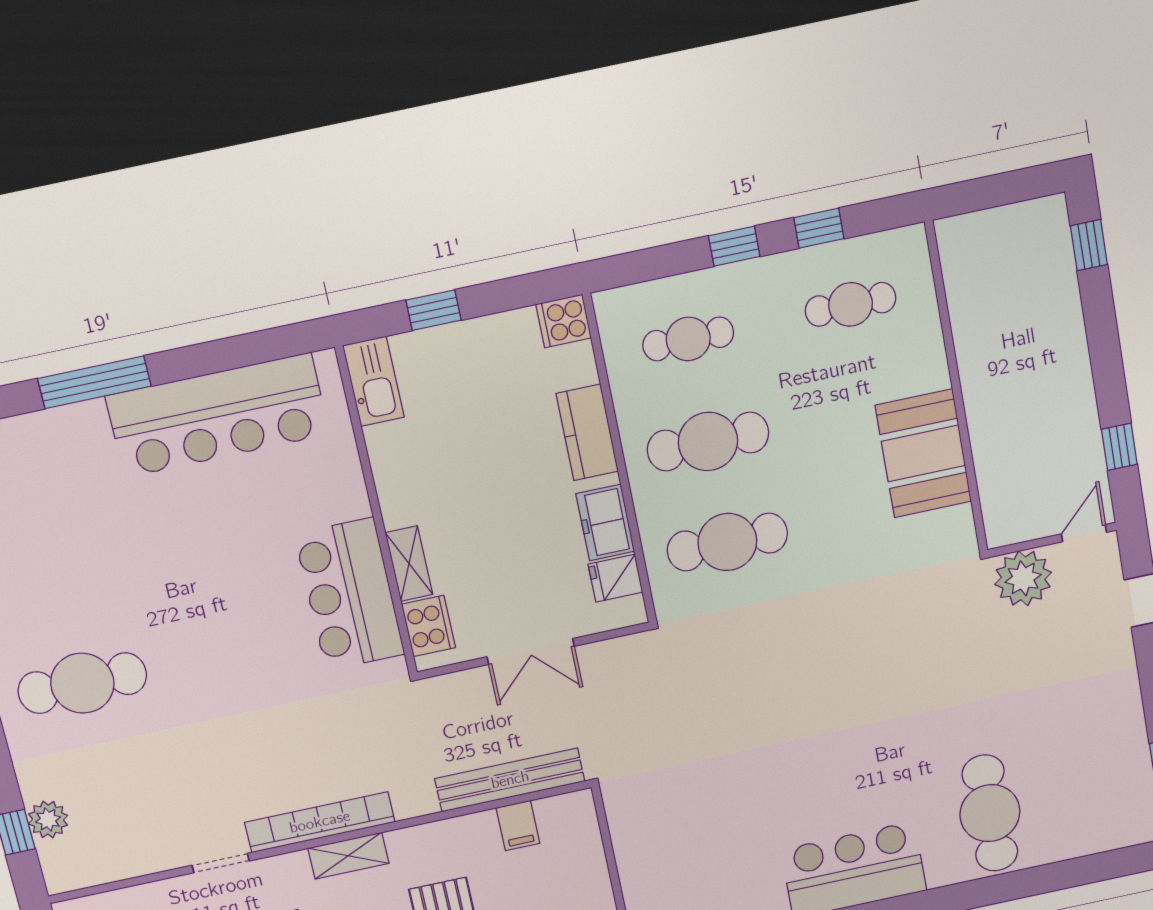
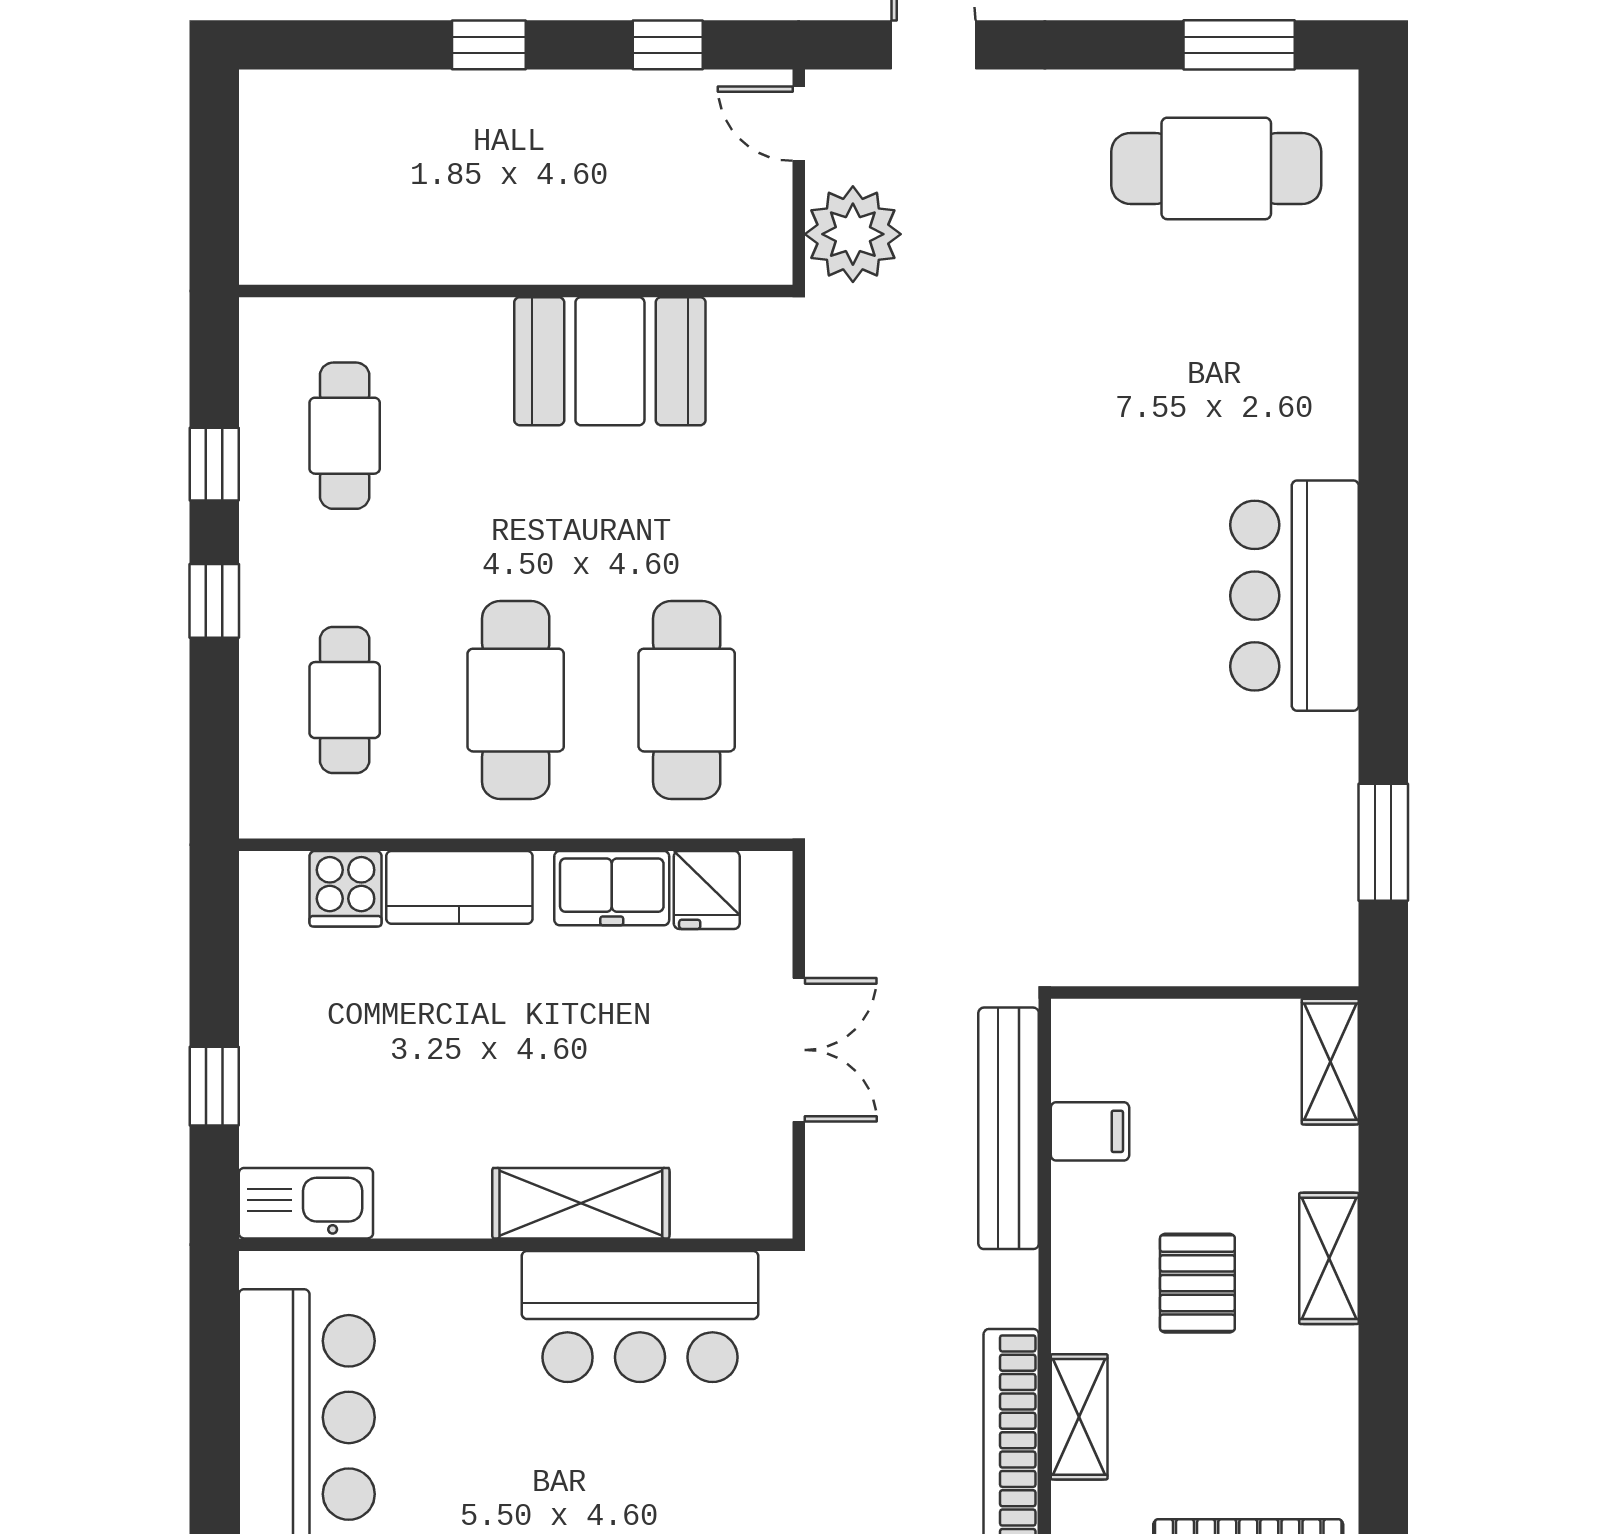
window: (1089, 245) -> (489, 45), moved
cooker: (564, 321) -> (346, 889), moved
shelving: (409, 564) -> (581, 1203), width x1.50, depth x1.33
cooker: (429, 626) -> (720, 1203), removed
cafe table: (990, 813) -> (1216, 168), moved

